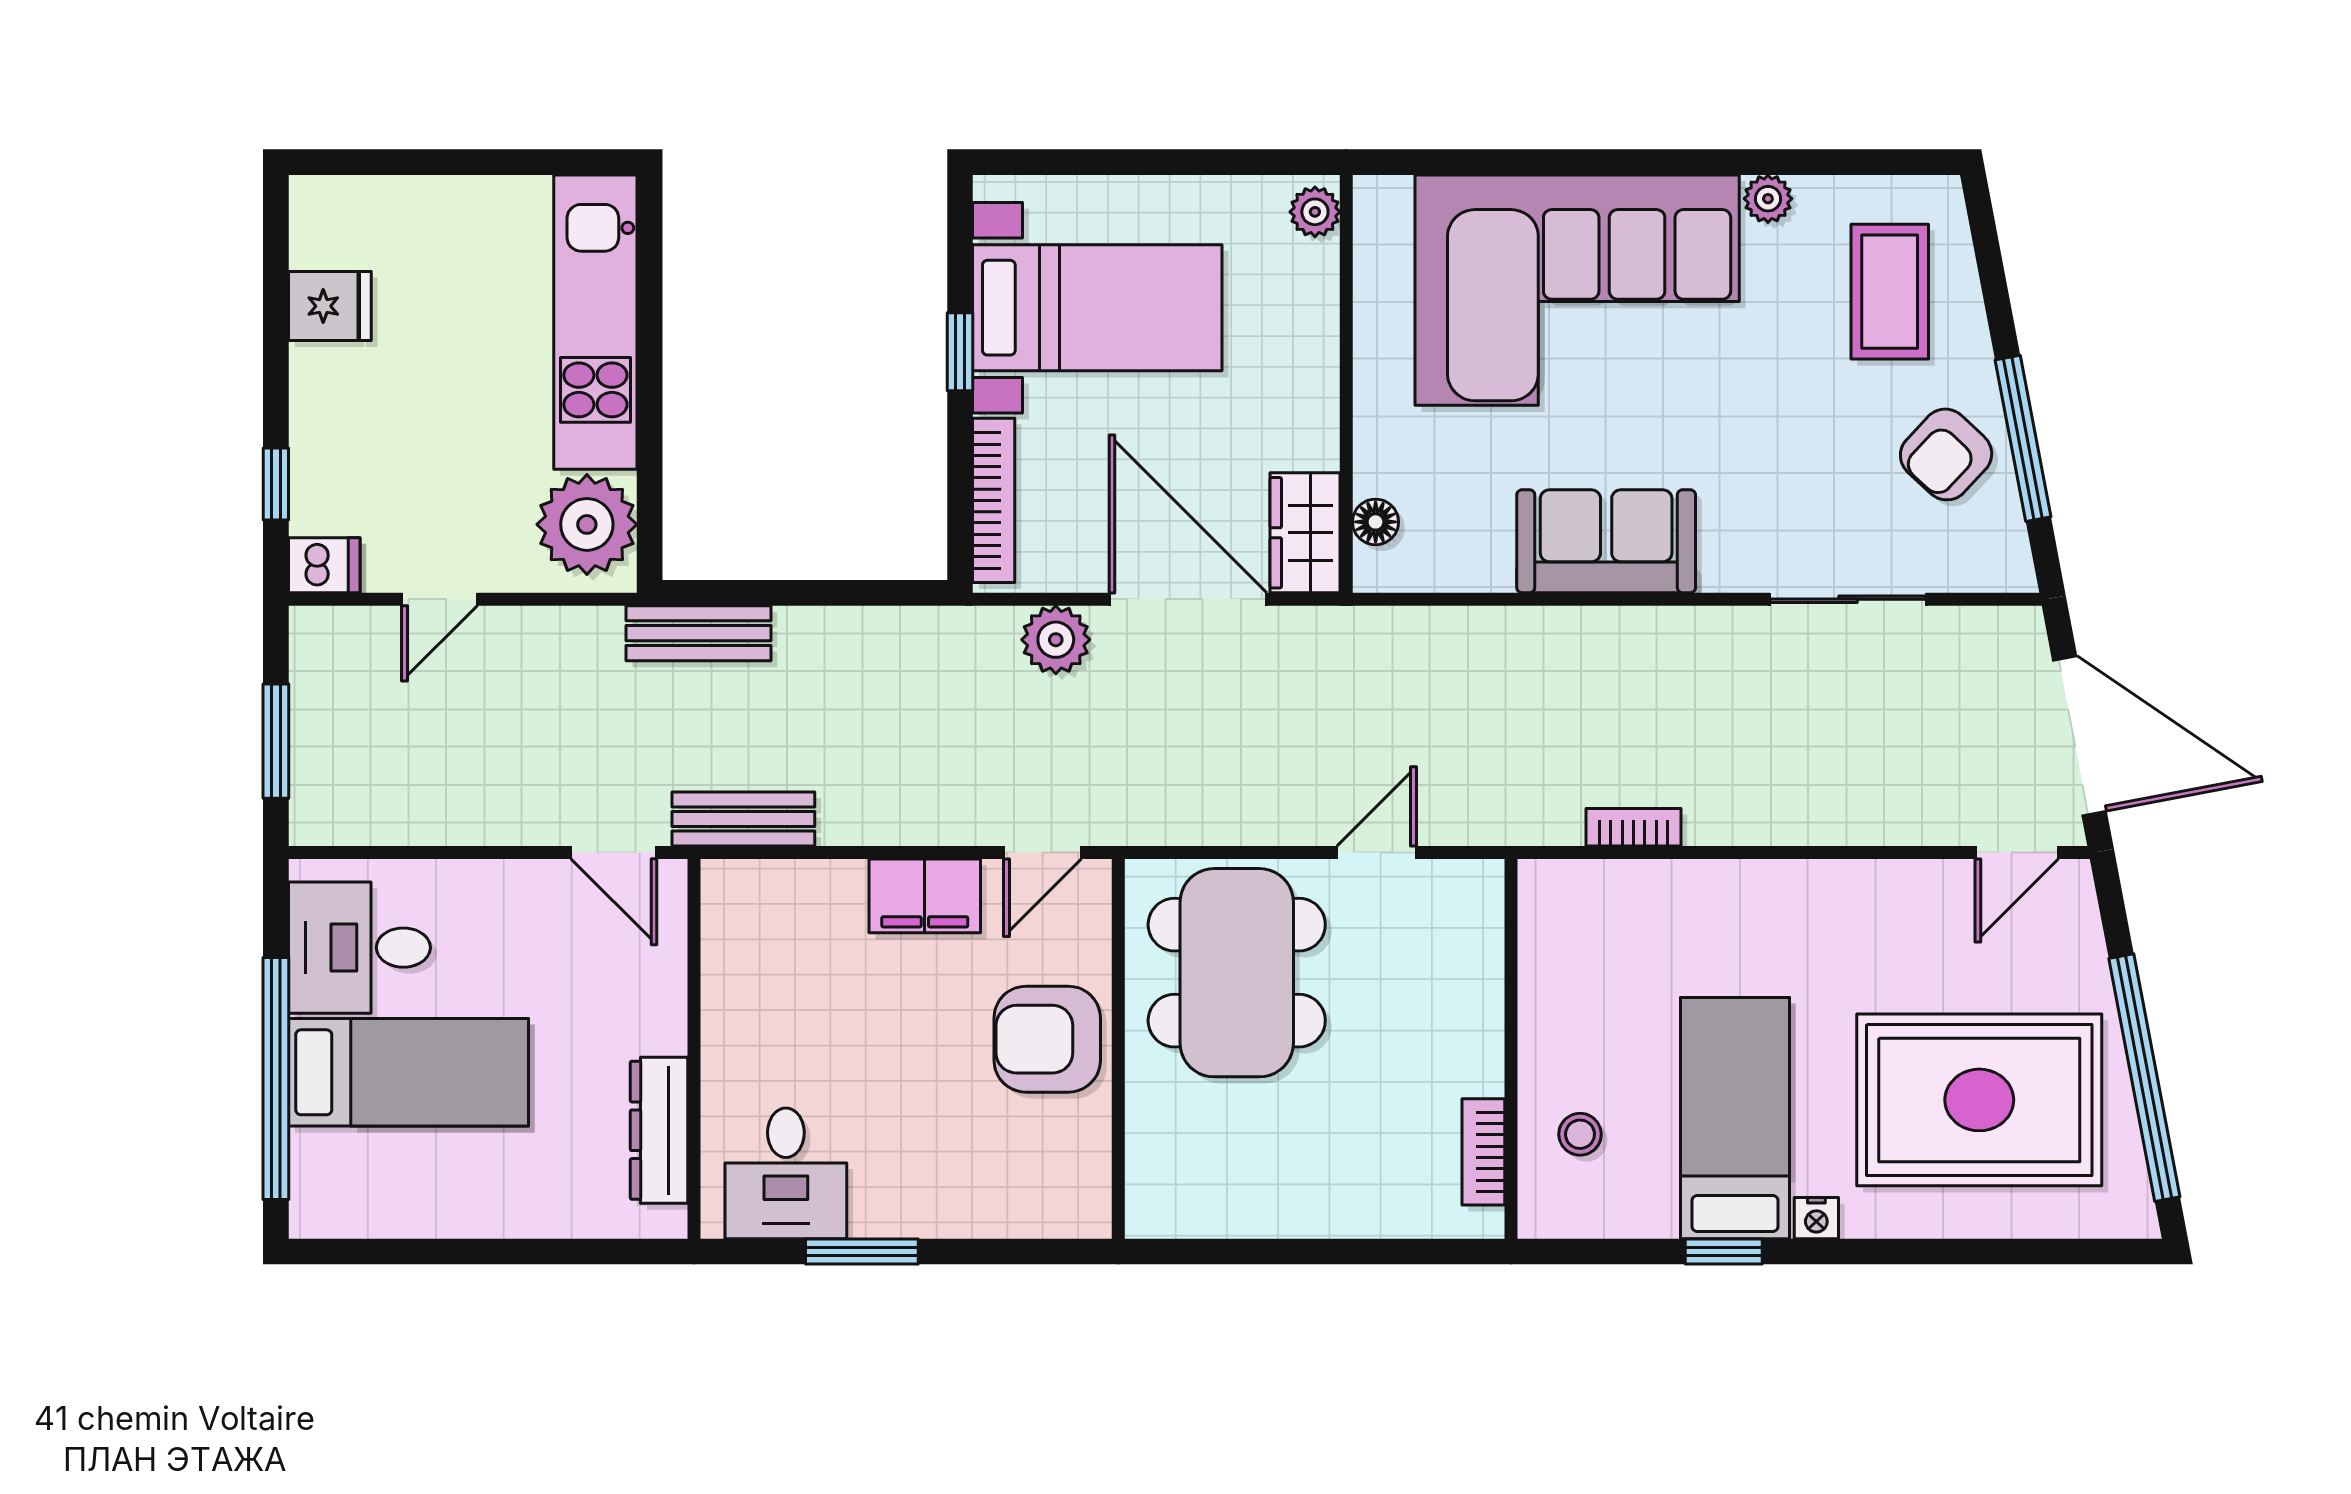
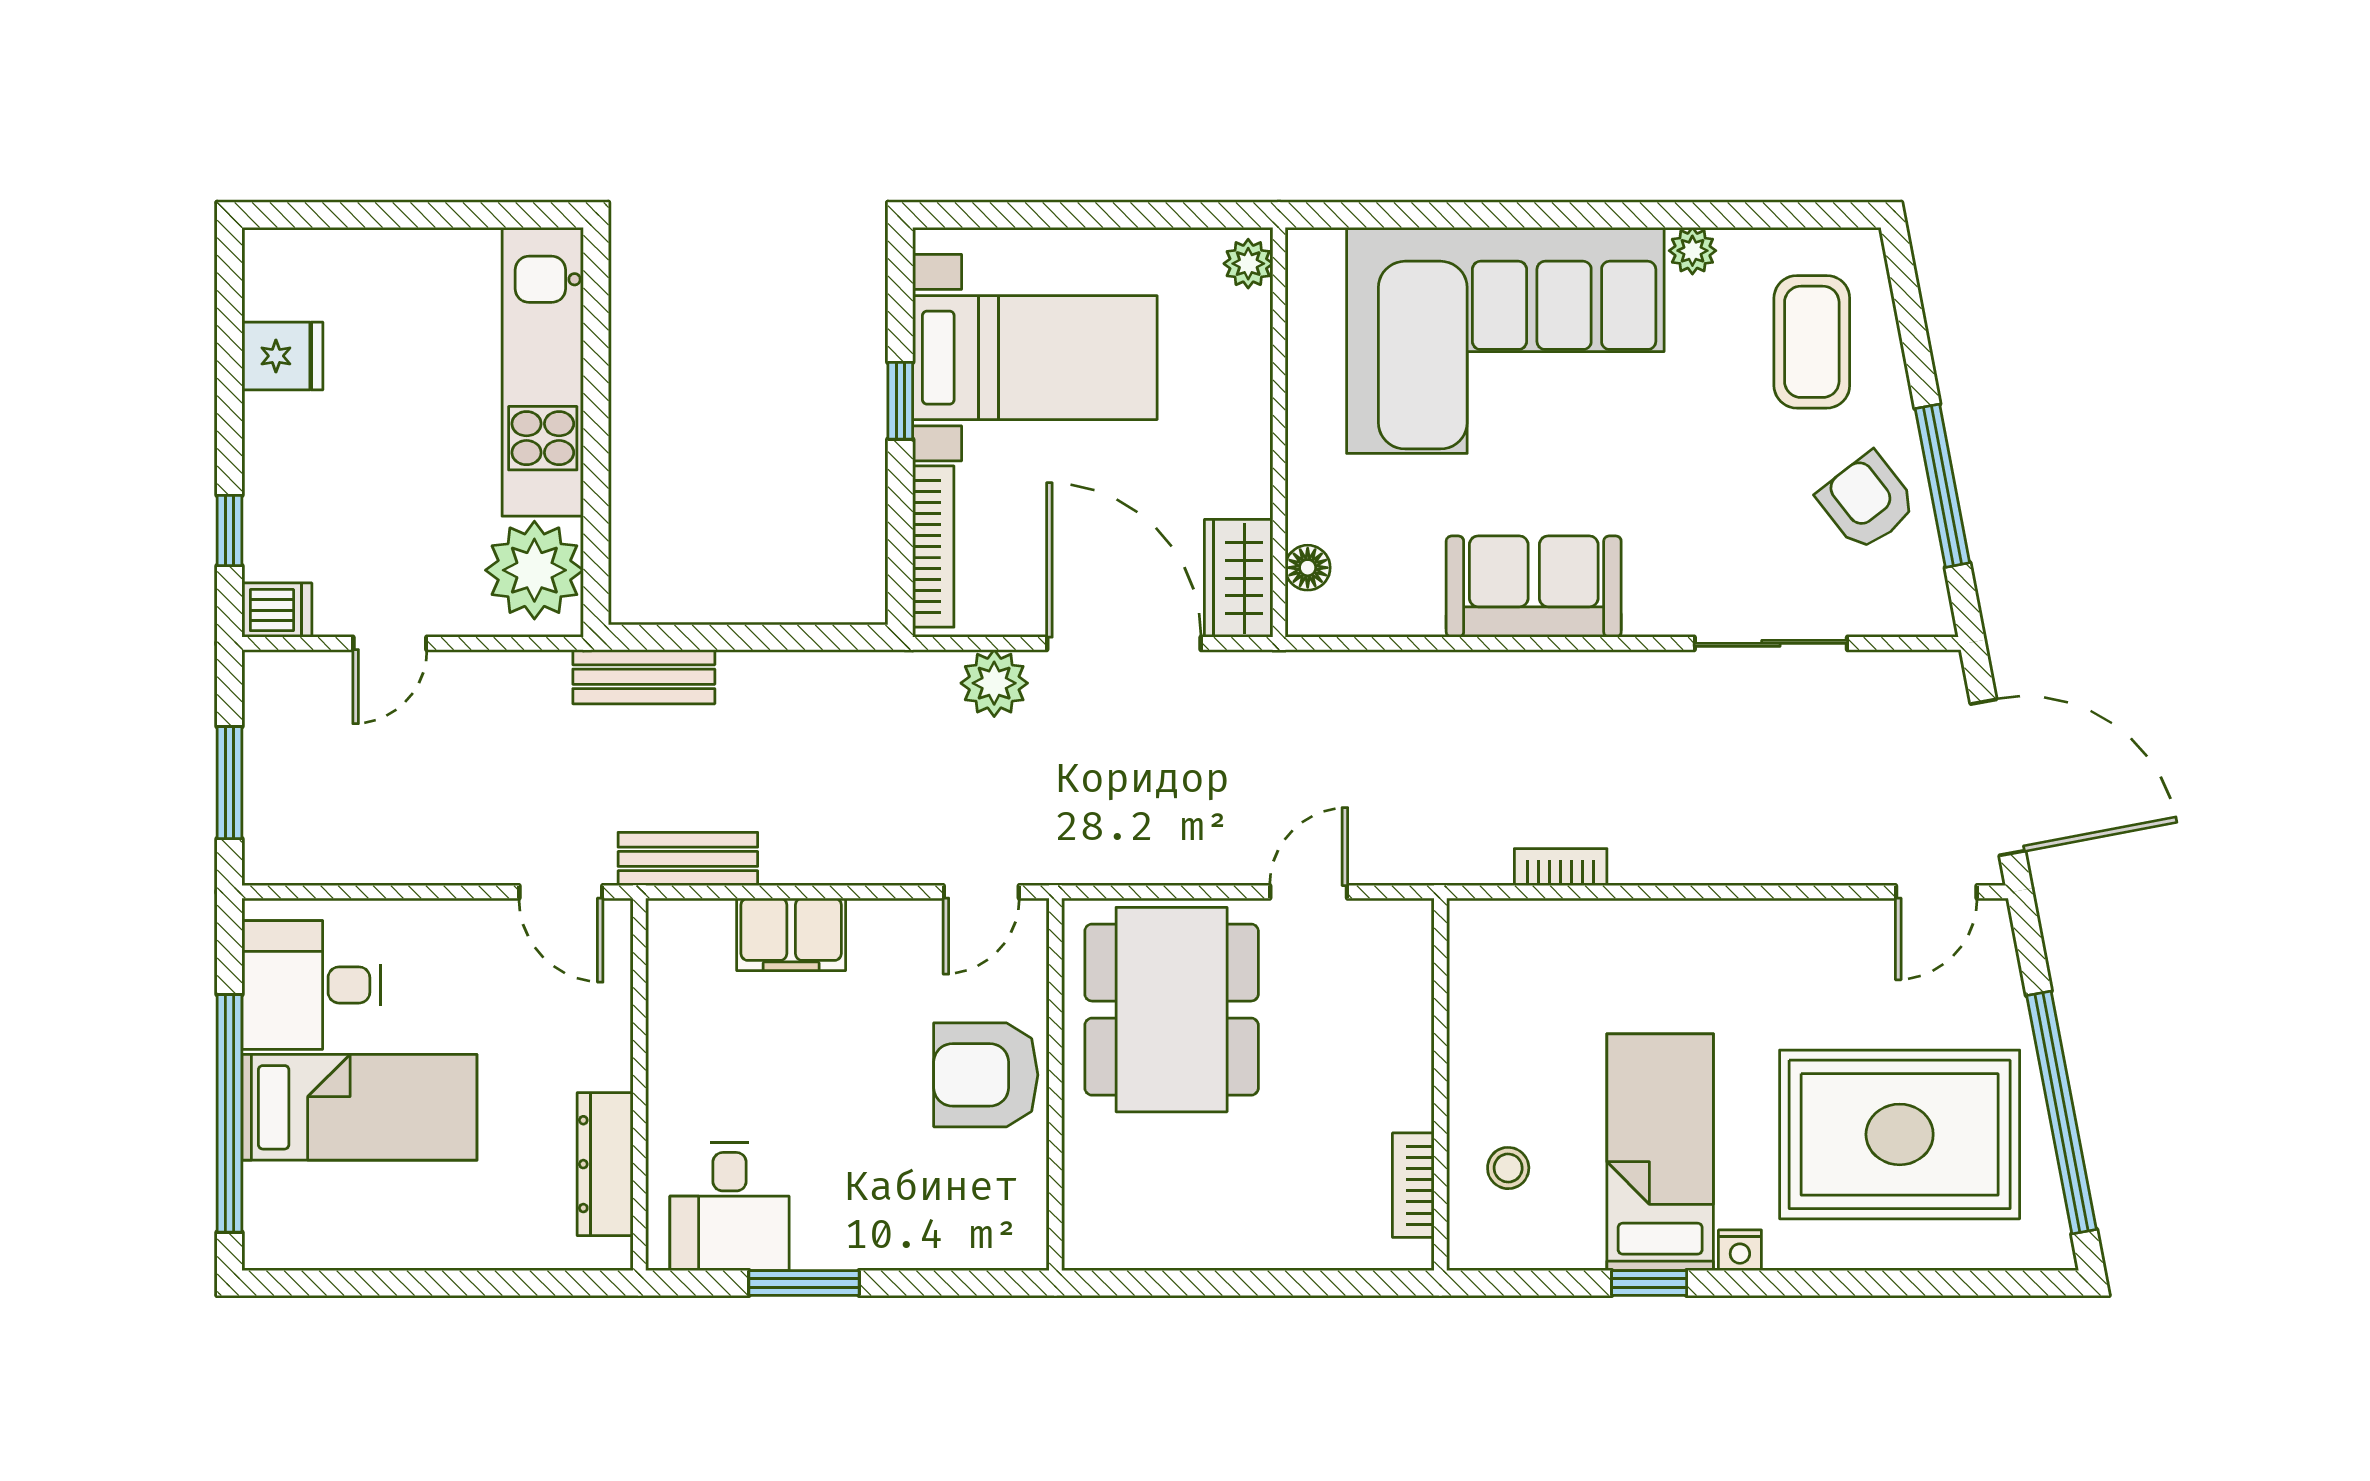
armchair: (1946, 454) -> (1867, 502), turned 99
filing cabinet: (925, 896) -> (791, 934), moved

